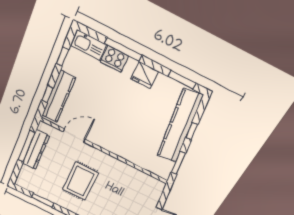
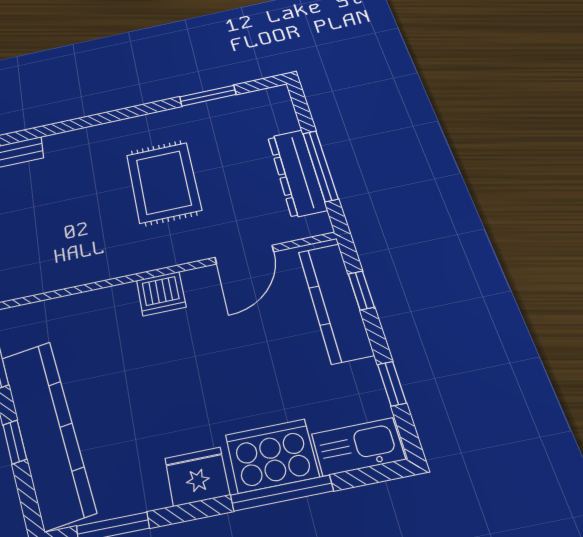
cooker: (114, 59) -> (272, 456), width x1.37, depth x1.31
dishwasher: (110, 144) -> (161, 294), added

